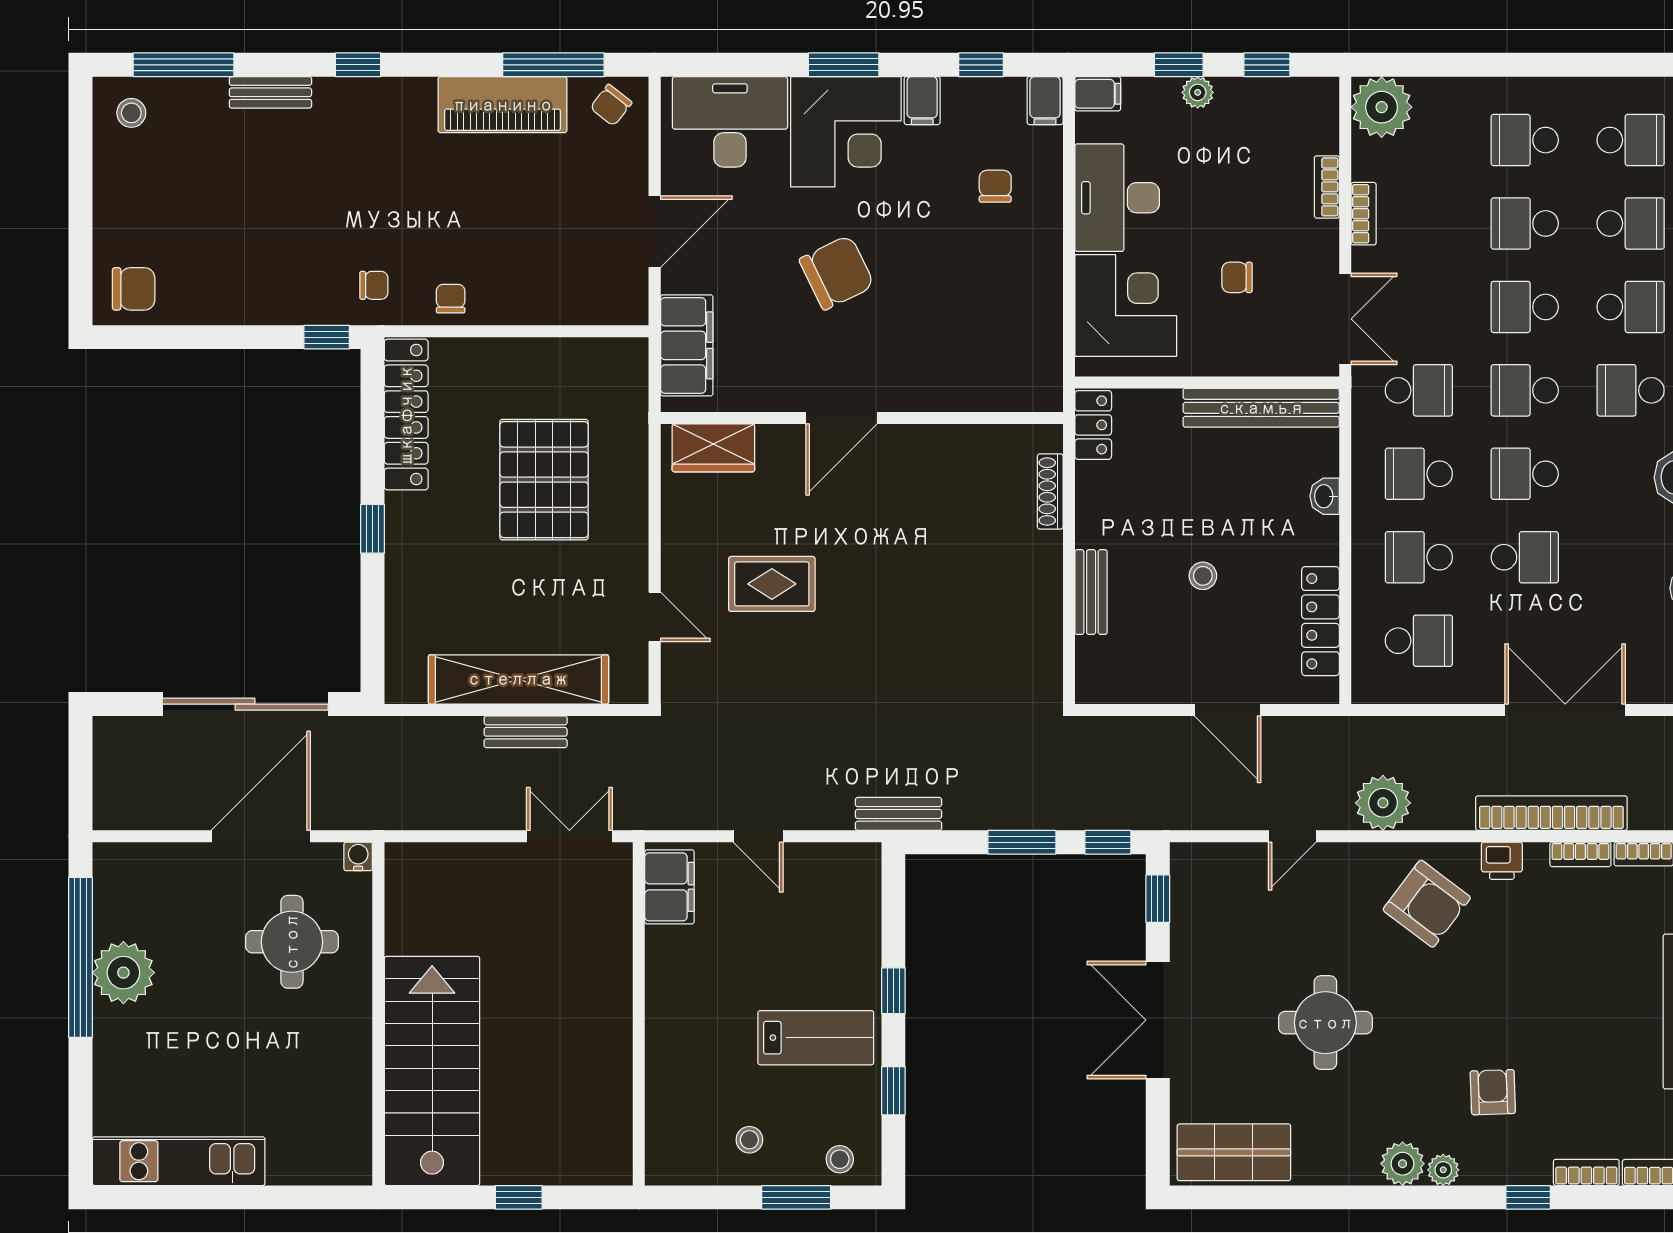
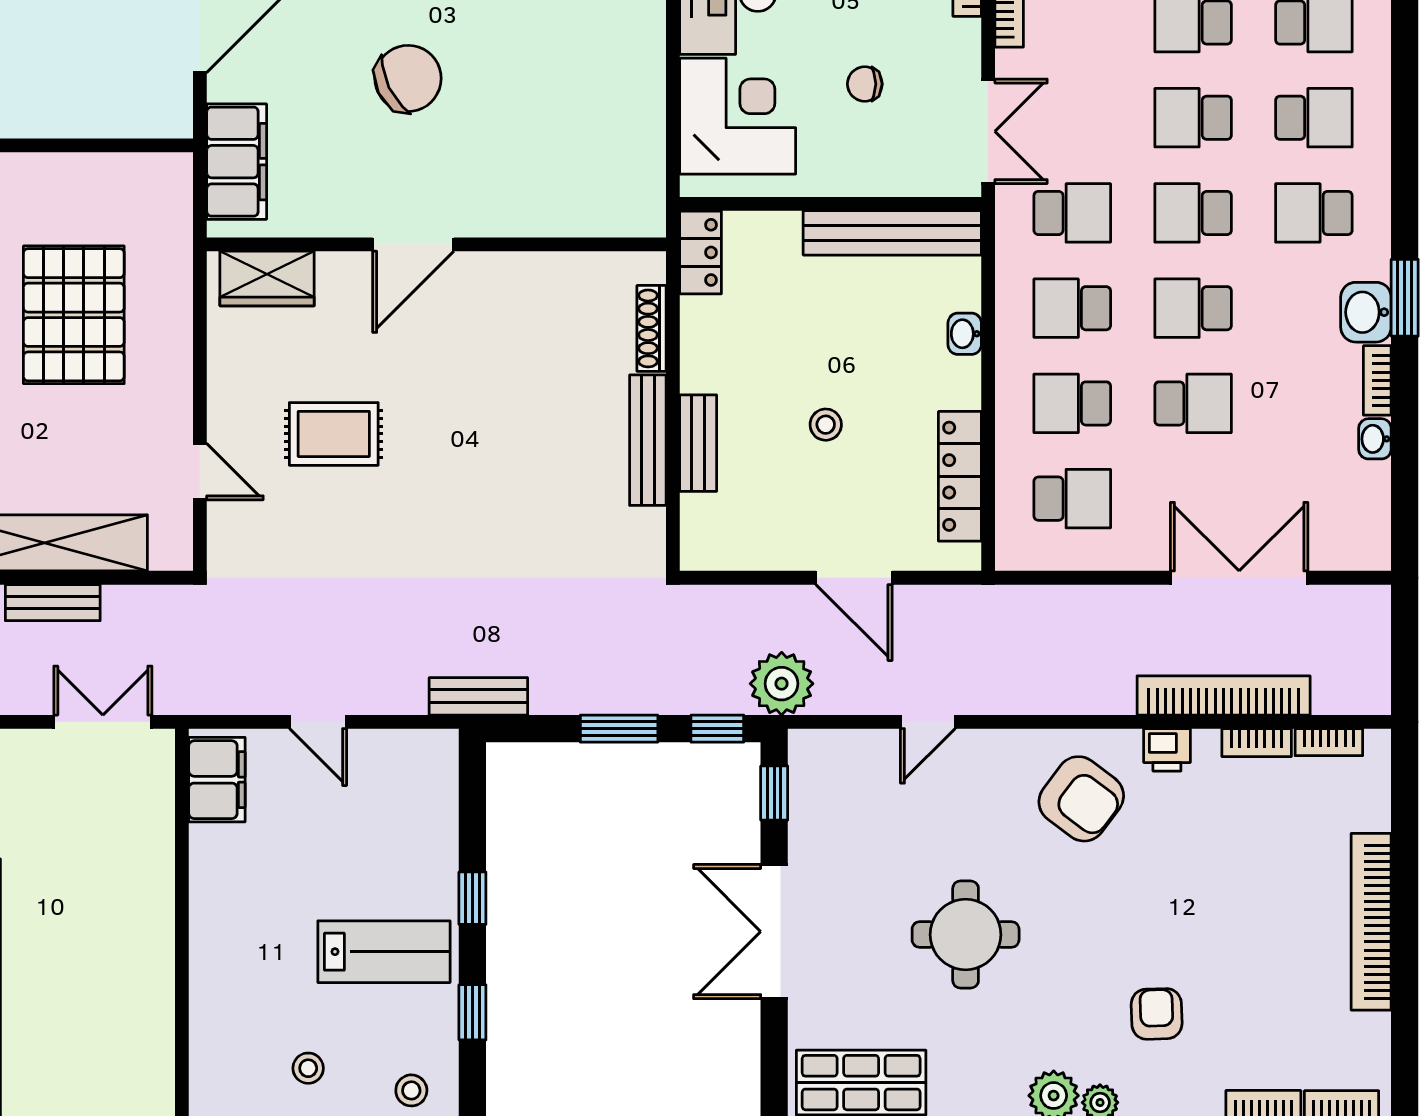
bench: (1047, 590) -> (648, 440), added
plant: (1383, 803) -> (782, 684), moved

